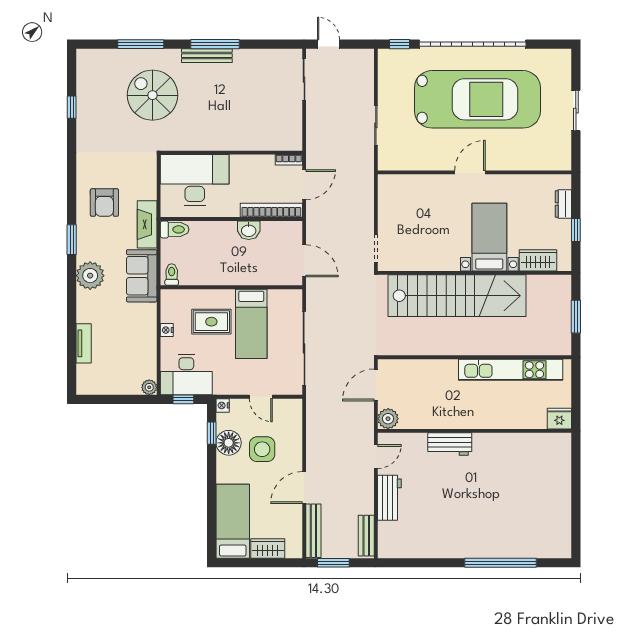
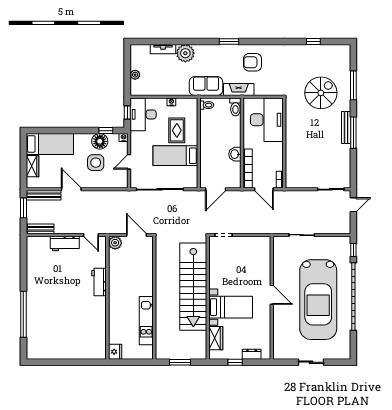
plant: (90, 276) -> (185, 53), moved
kitchen unit: (511, 370) -> (146, 321), width x0.73
plant: (149, 387) -> (135, 75), moved

